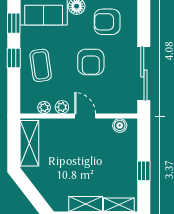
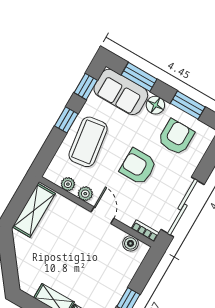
armchair: (107, 22) -> (176, 137), turned 90
armchair: (91, 62) -> (138, 166), turned 90
coffee table: (41, 65) -> (88, 142), width x1.36, depth x1.32
bookcase: (125, 109) -> (145, 231), added

